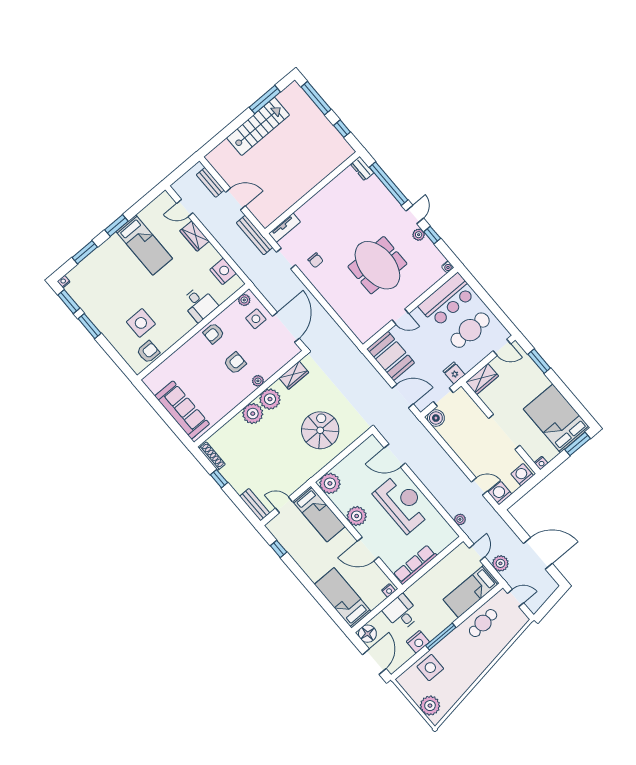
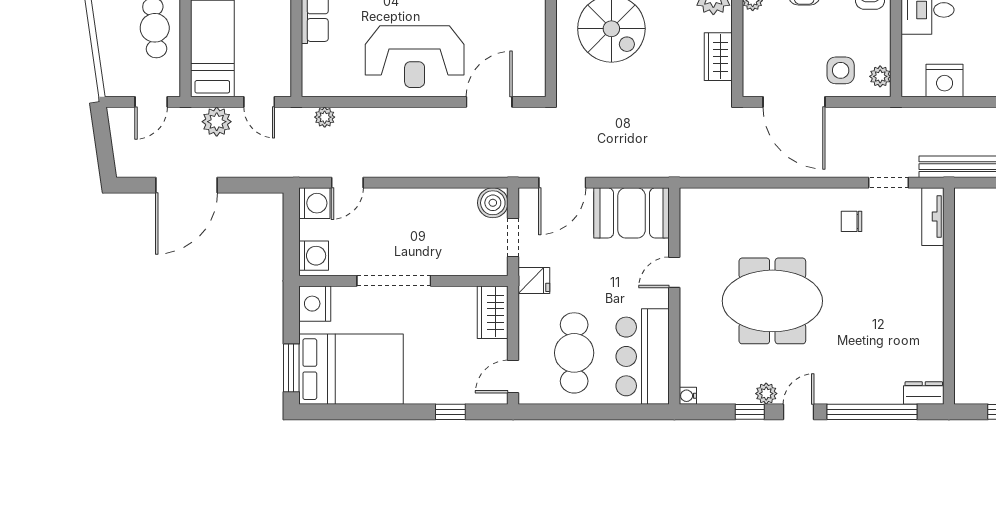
door: (415, 215) -> (799, 412), swing flipped
window: (539, 361) -> (450, 412), width x0.67
nightstand: (541, 463) -> (315, 304), width x1.89, depth x1.79

